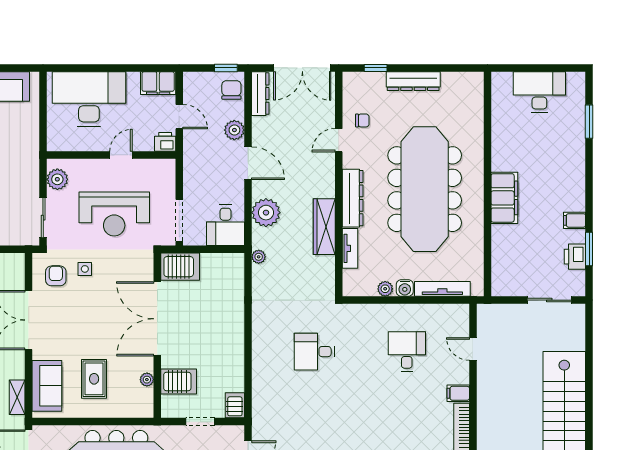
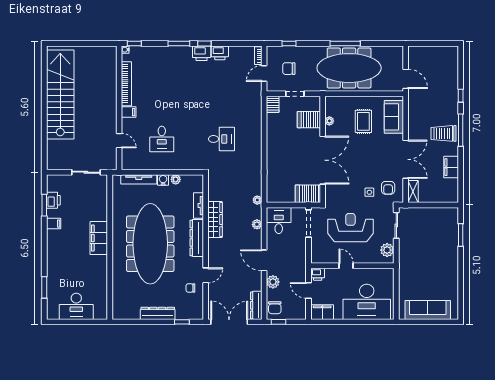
door: (121, 155) -> (346, 266), swing flipped
plant: (266, 213) -> (257, 224), width x0.53, depth x0.53
sliding door: (549, 300) -> (86, 172), moved
shelving: (17, 397) -> (413, 191), moved

